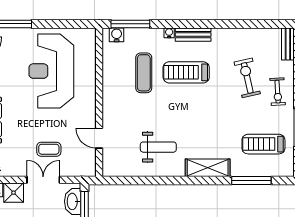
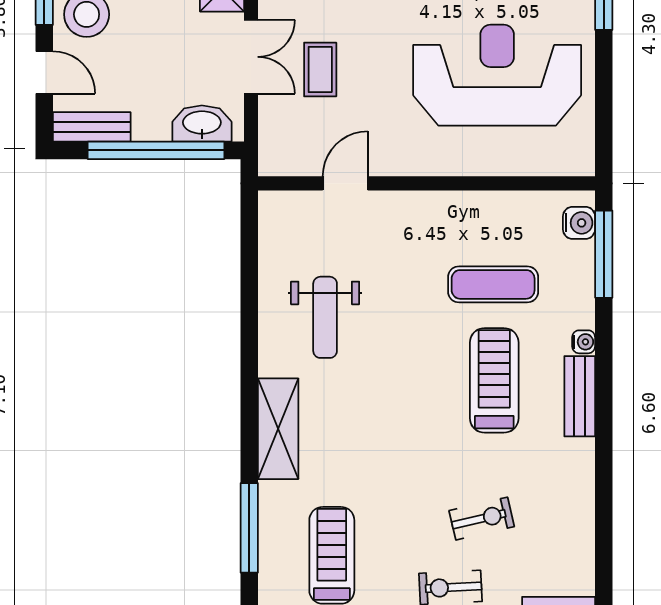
exercise bike: (247, 78) -> (482, 519), width x0.73, depth x0.72

